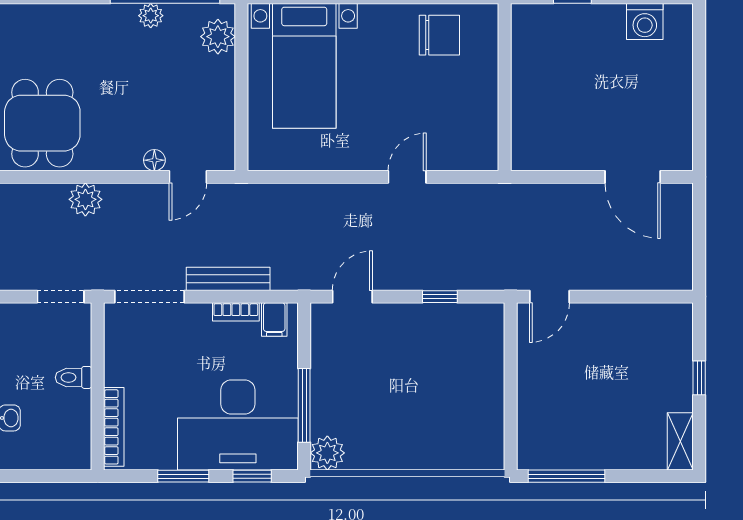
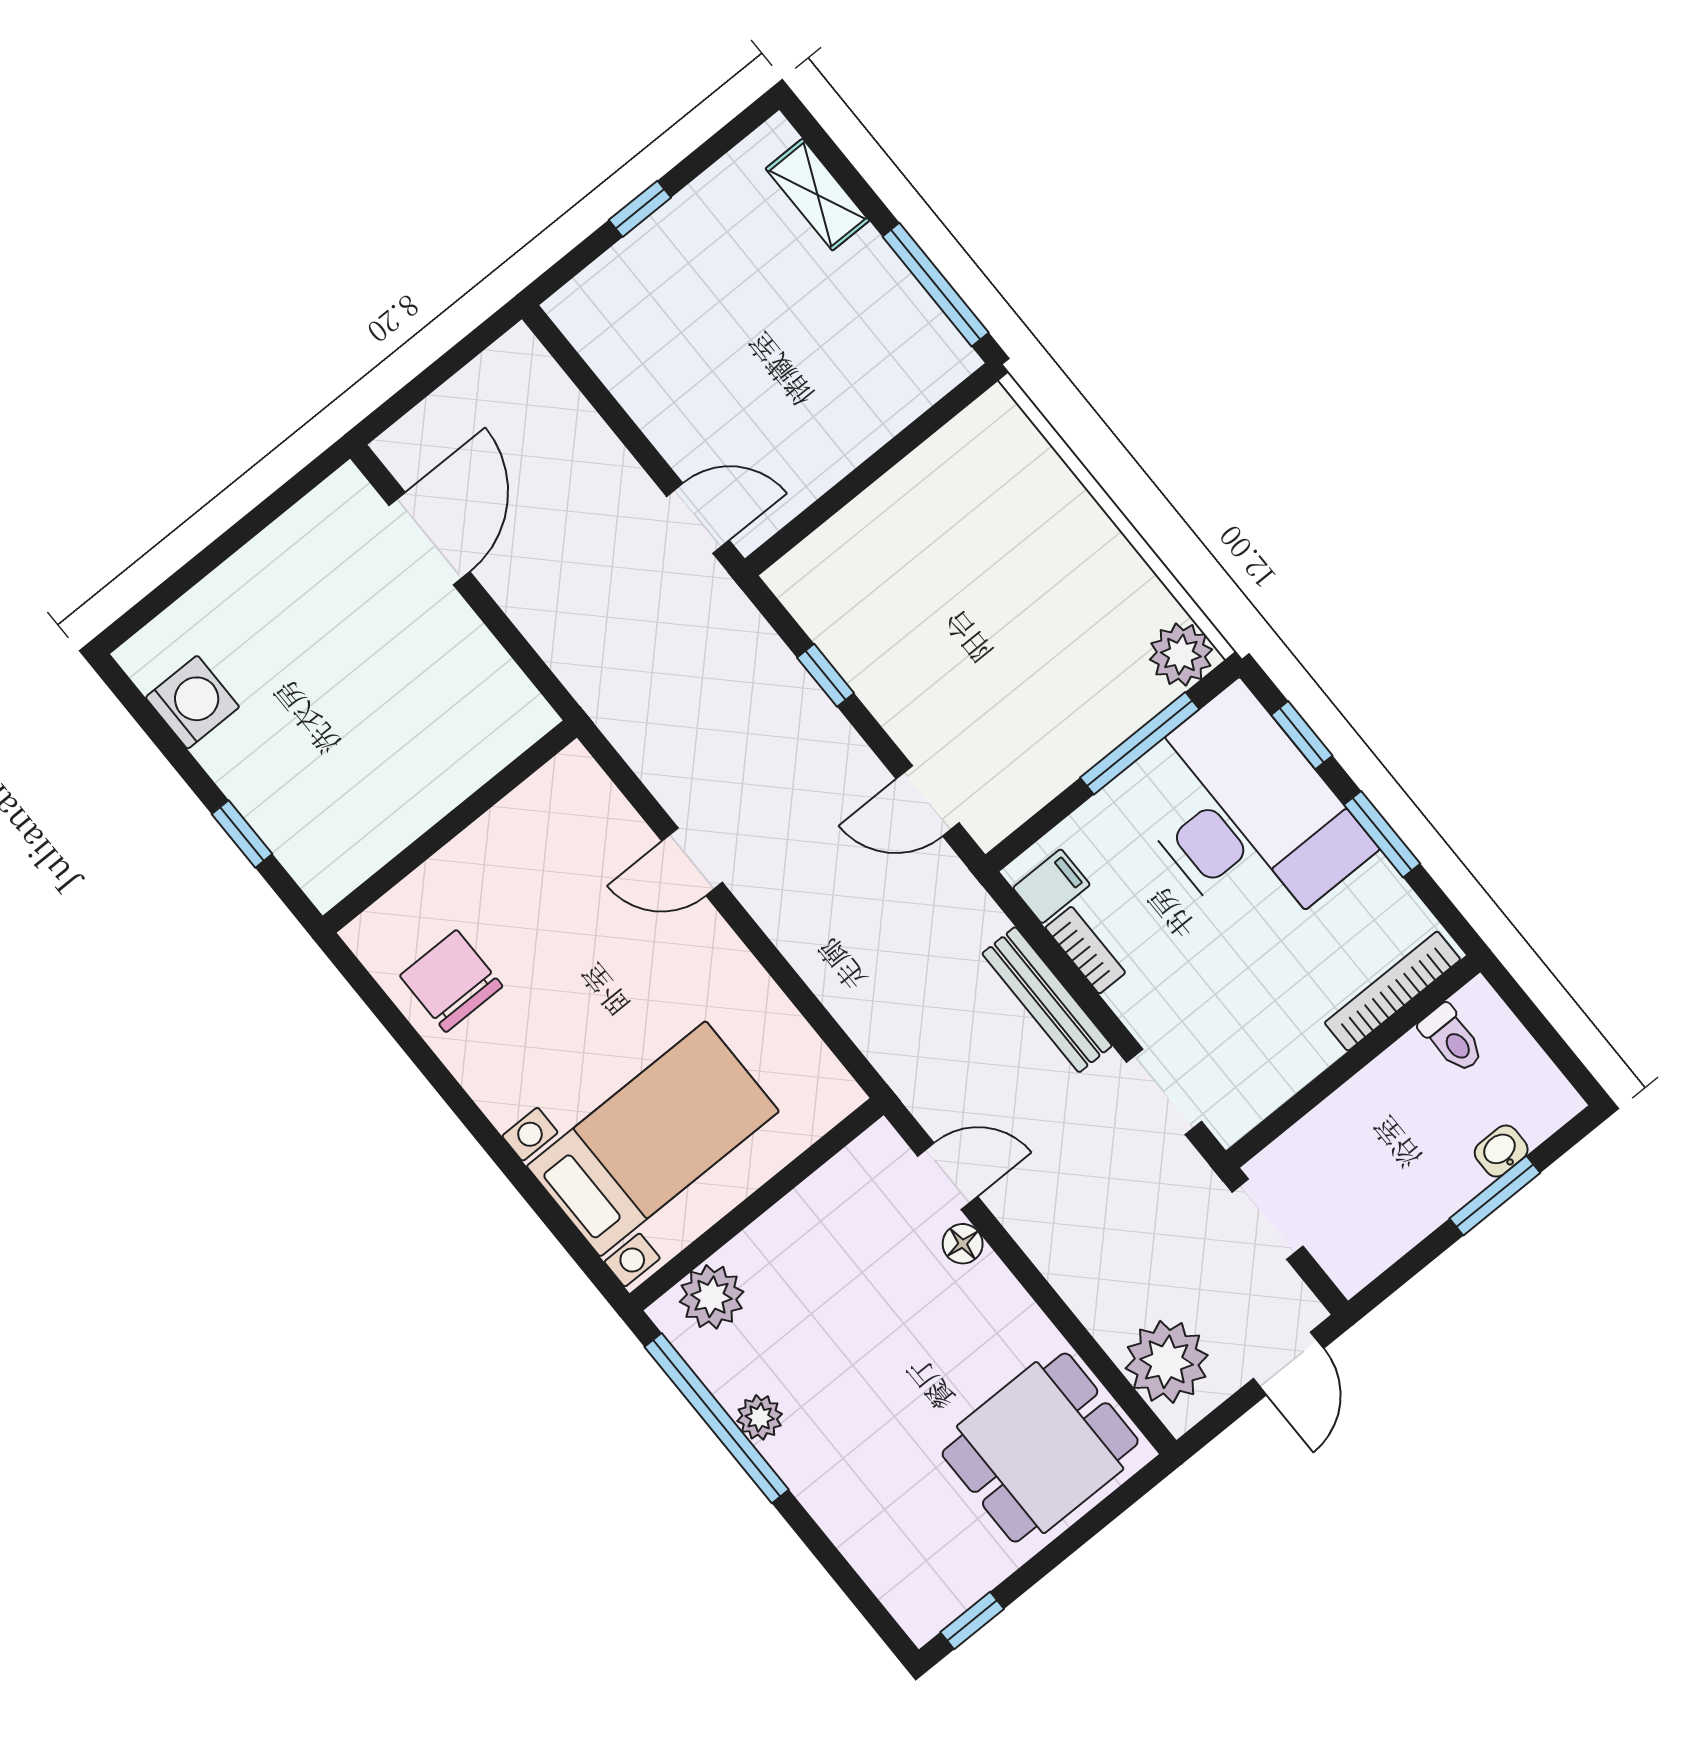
plant: (85, 199) -> (1167, 1362), moved, width x1.36, depth x1.36
doorway: (149, 297) -> (1164, 1092), width x0.73
toilet: (74, 377) -> (1452, 1039), moved
shelving: (680, 441) -> (817, 195), moved, turned 90

